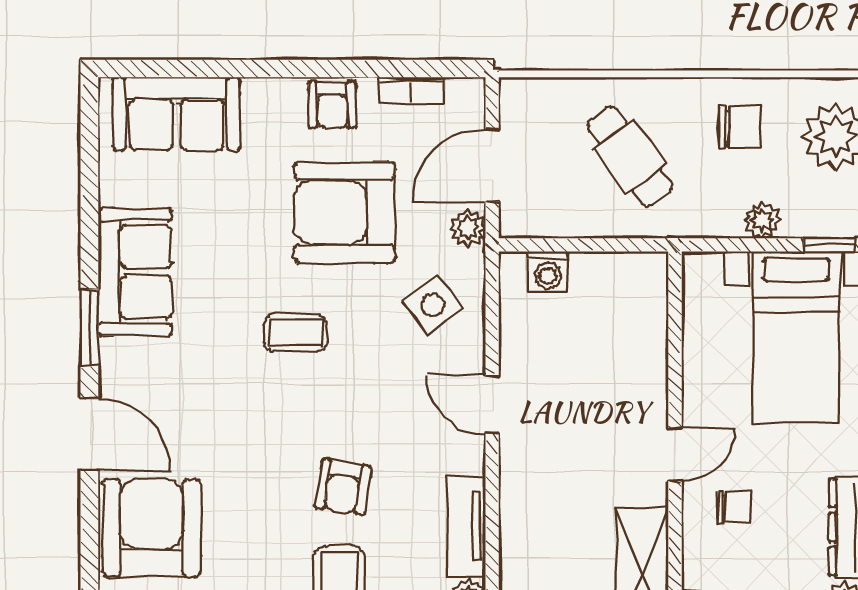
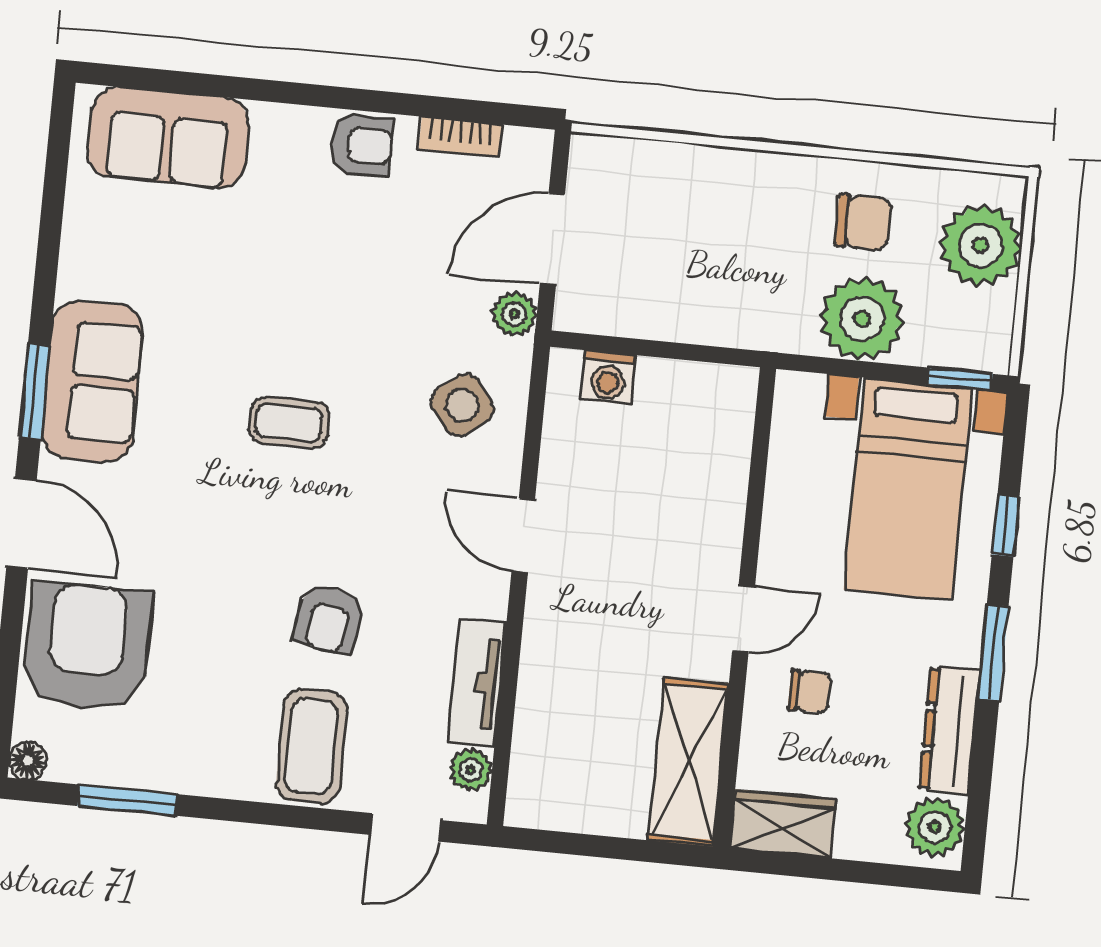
armchair: (332, 105) -> (362, 145), turned -90
cafe table: (630, 156) -> (723, 245), removed
armchair: (345, 212) -> (364, 280), removed
plant: (762, 220) -> (862, 319), width x1.88, depth x1.88
sofa: (135, 272) -> (92, 381), moved

